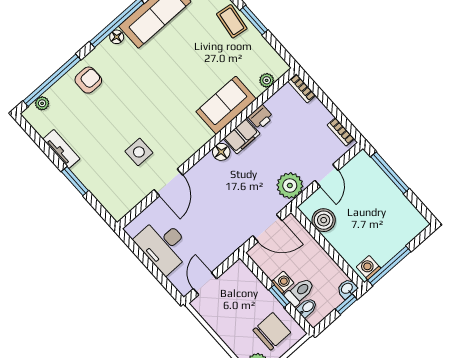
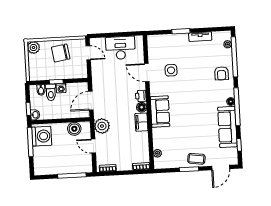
sofa: (226, 105) -> (160, 111), moved
printer: (261, 117) -> (141, 96), moved
washing machine: (369, 268) -> (42, 136), width x1.89, depth x1.89
chair: (272, 331) -> (61, 53), moved, turned 81

